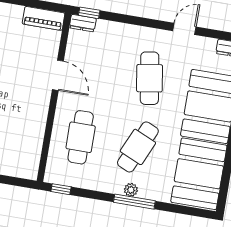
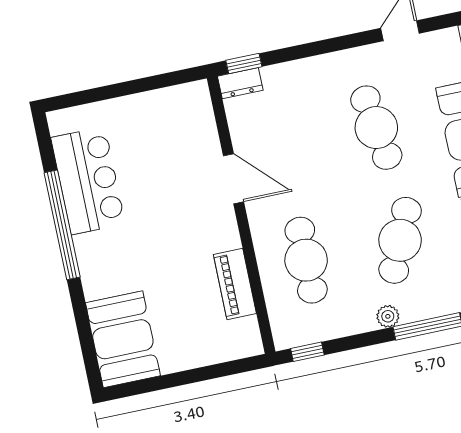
piano: (44, 18) -> (235, 284), moved, turned 90
plant: (131, 190) -> (388, 316), moved

